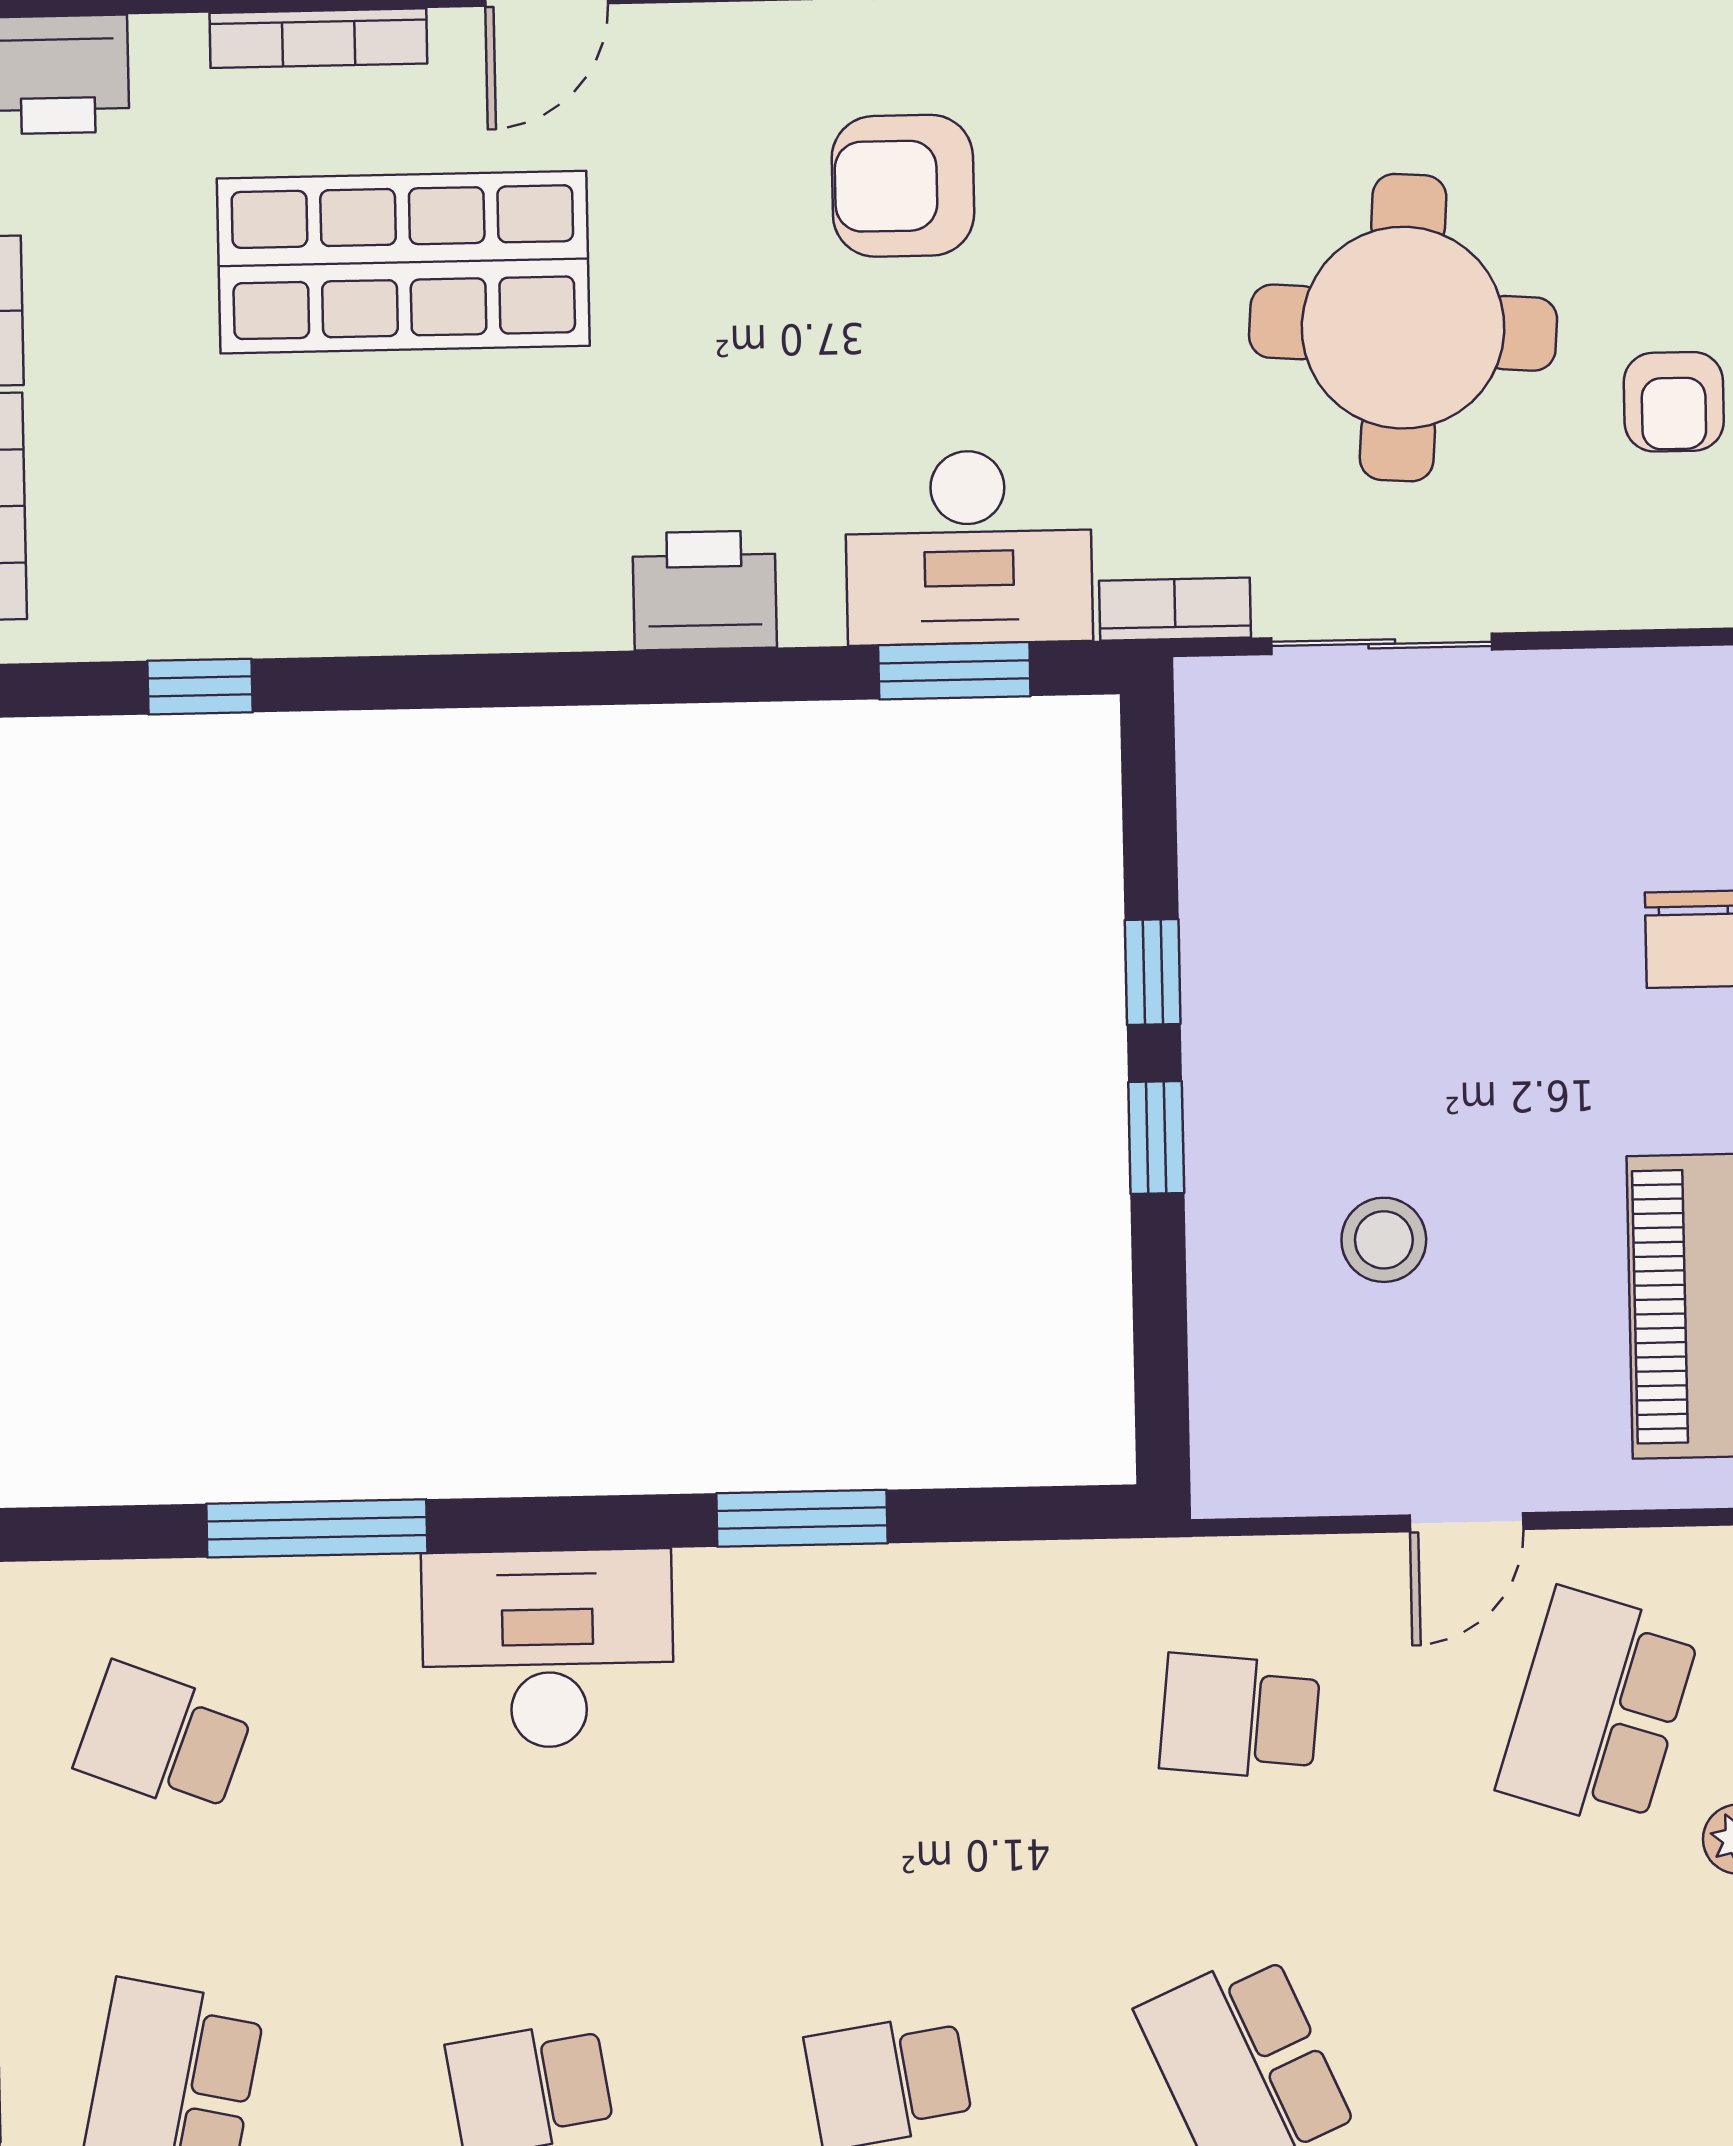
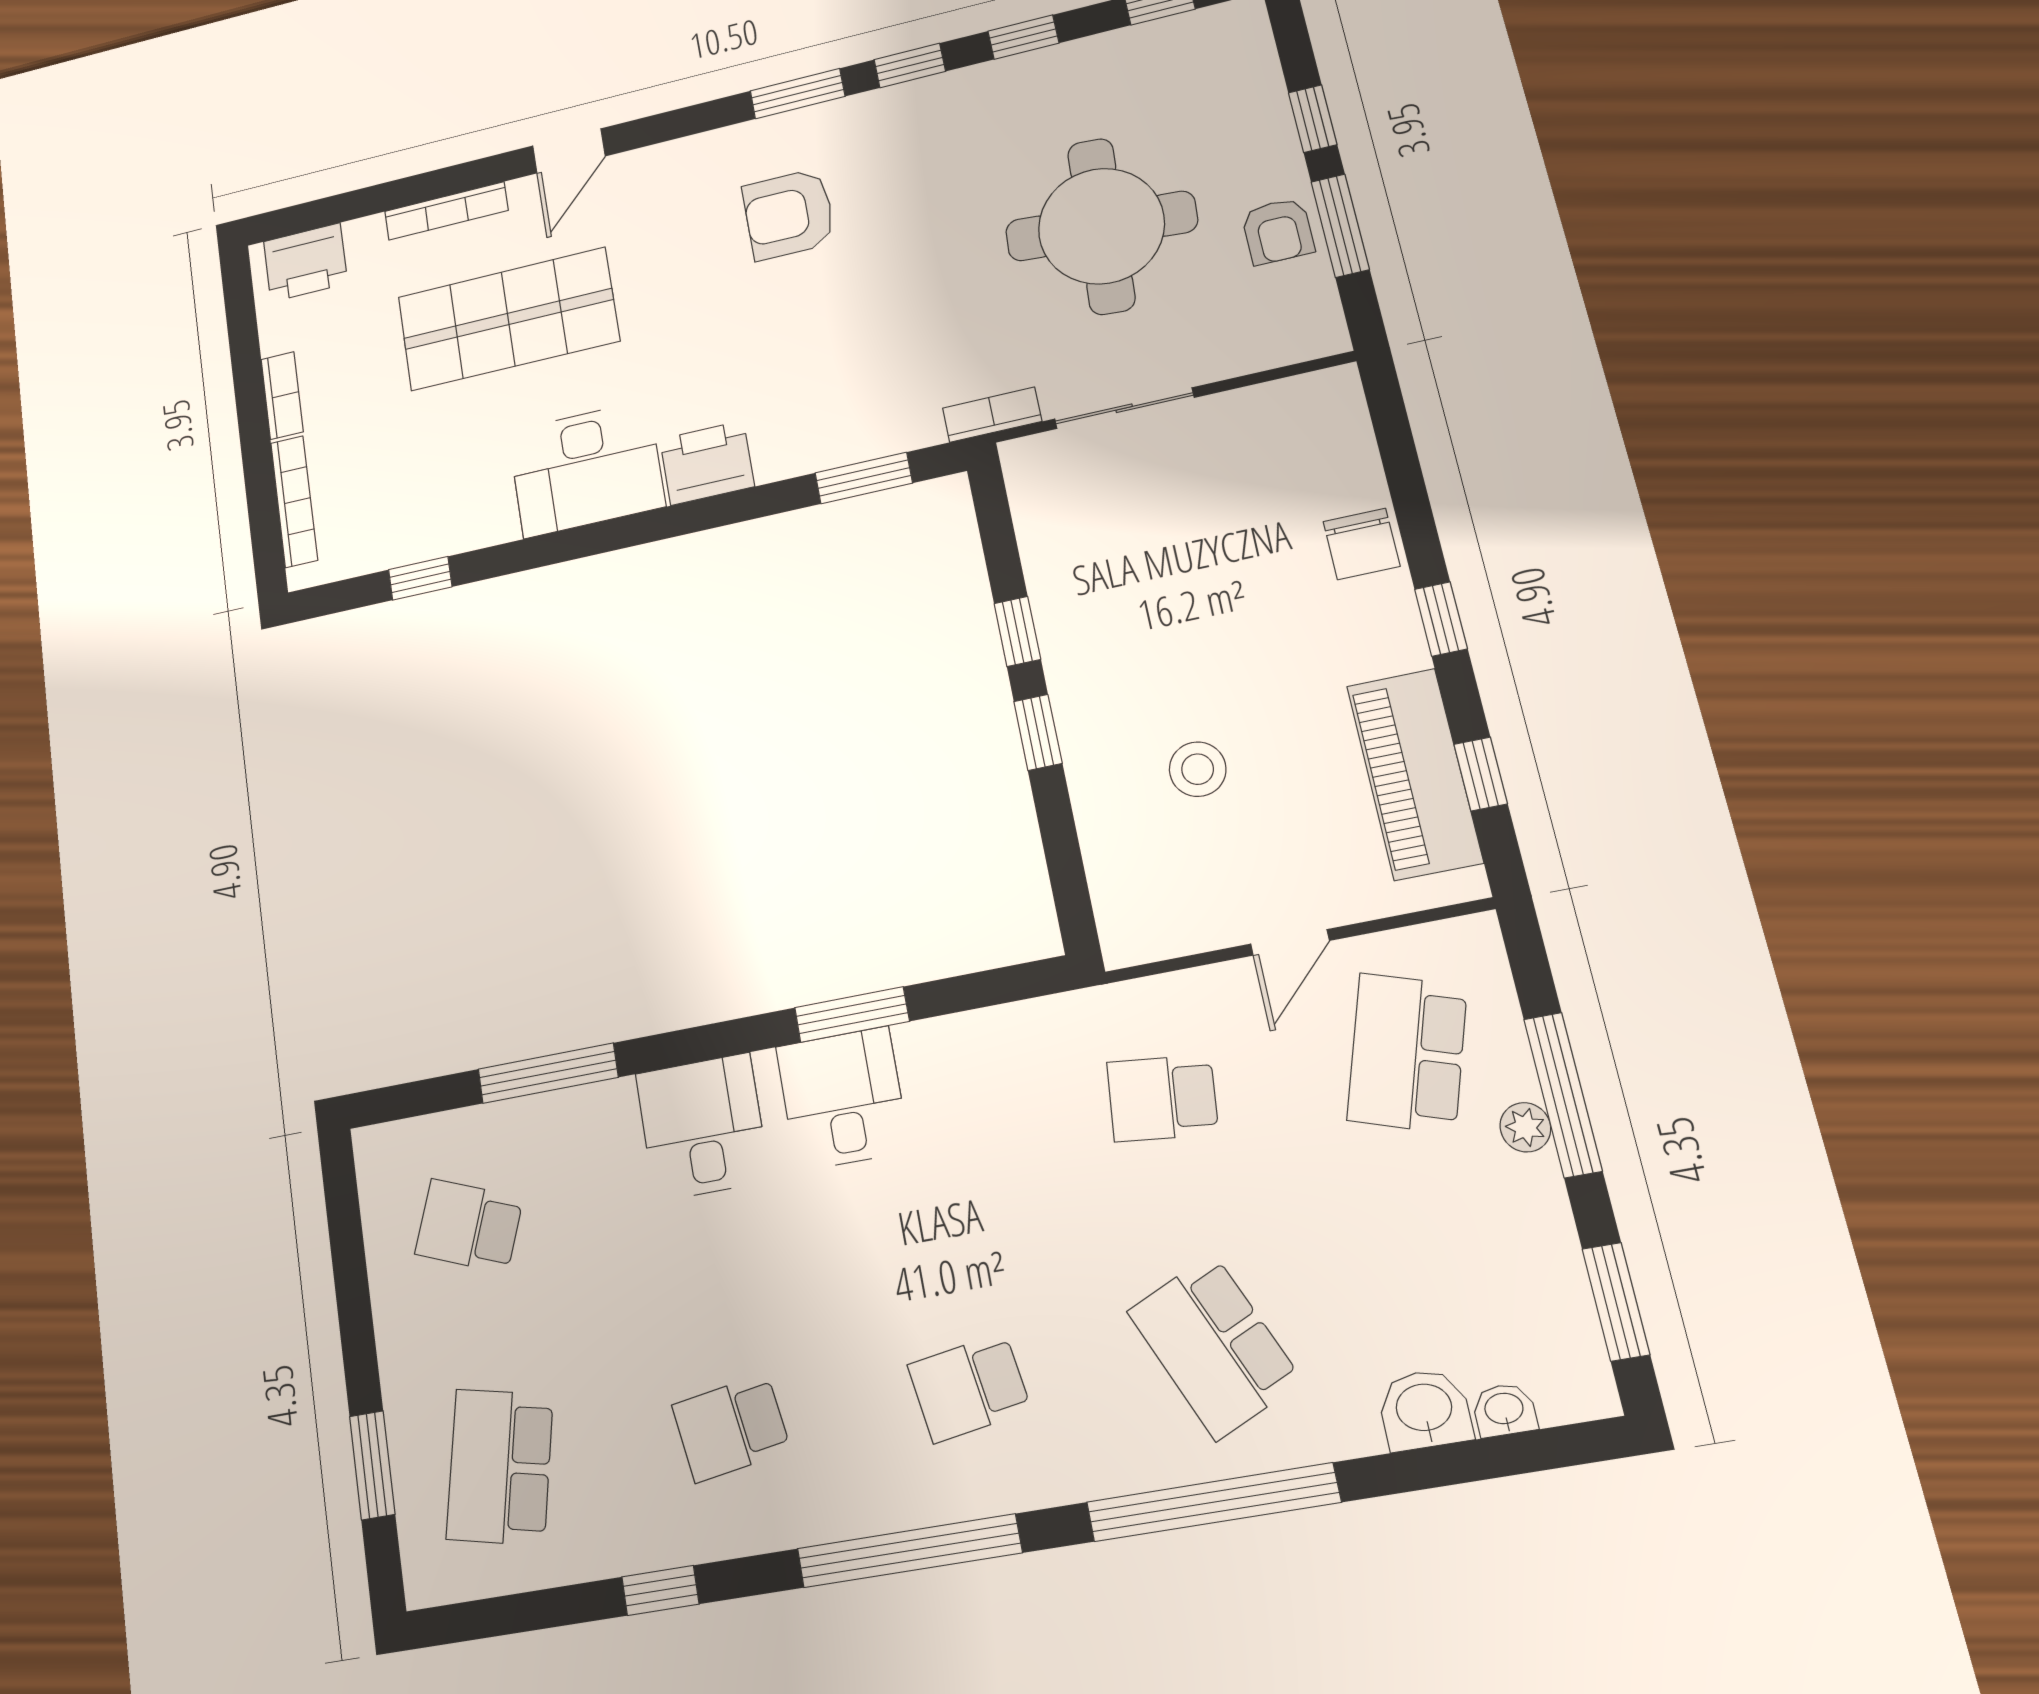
desk: (969, 547) -> (586, 469), moved
desk: (768, 1641) -> (843, 1099), added
desk: (548, 1649) -> (702, 1127), width x0.73

